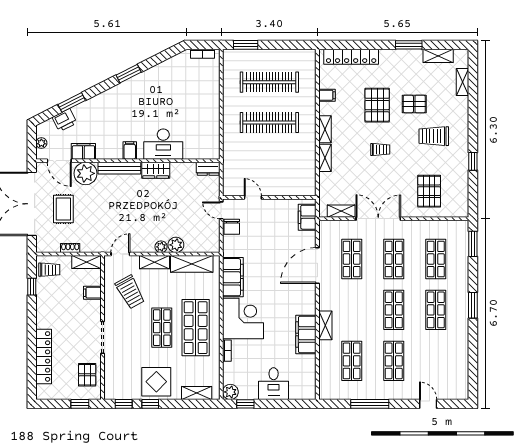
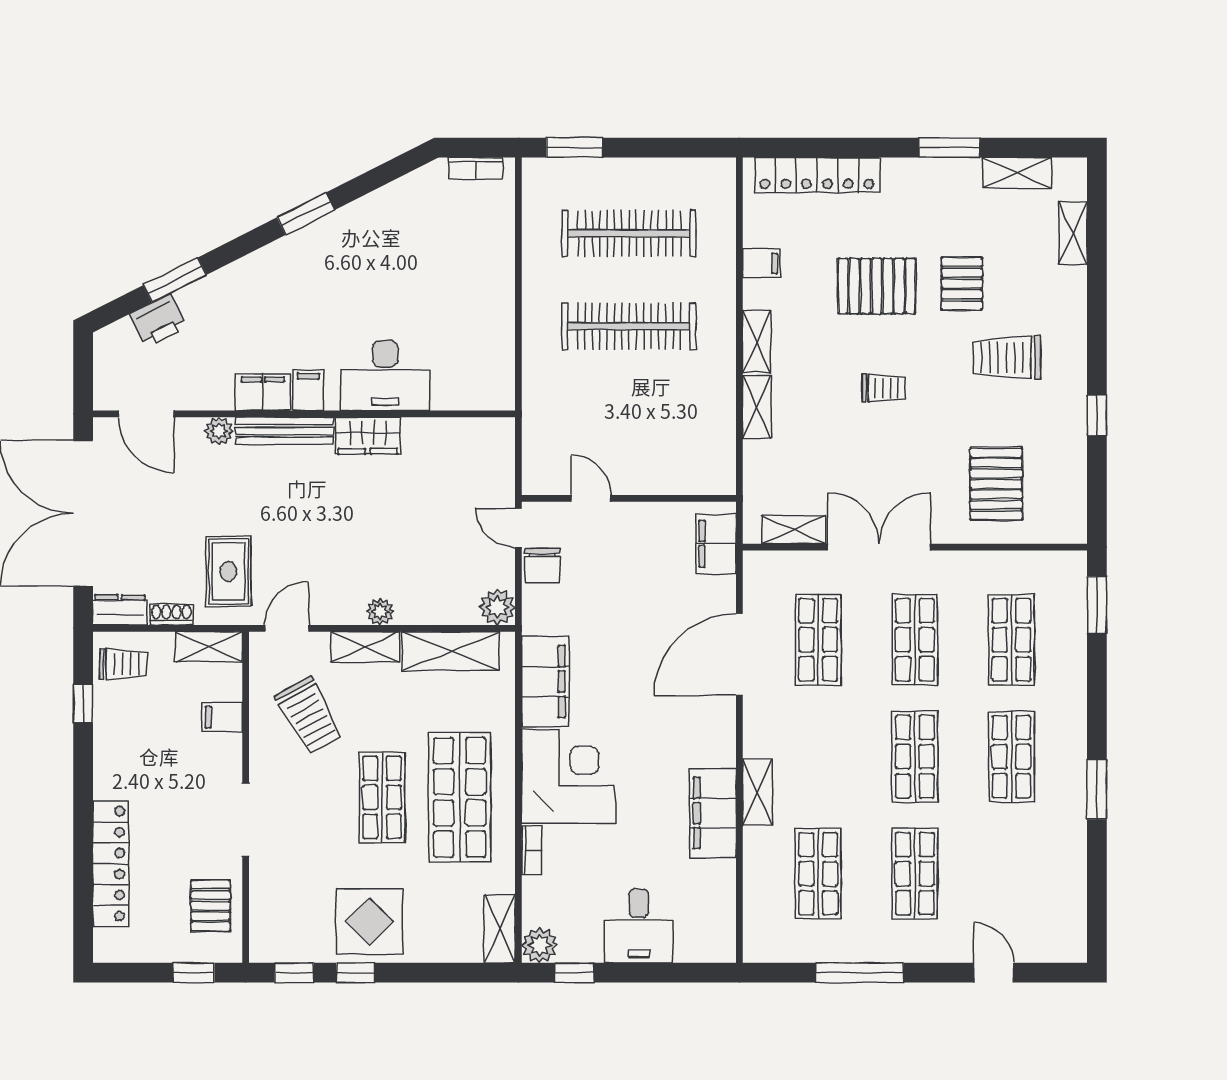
pallet: (414, 104) -> (962, 284), turned 90
pallet: (377, 105) -> (877, 286), turned 90
plant: (41, 143) -> (105, 373), removed
filing cabinet: (83, 151) -> (263, 392), moved
dresser: (208, 169) -> (120, 610), moved, turned 180
plant: (86, 173) -> (219, 431), width x0.53, depth x0.53
rug: (63, 209) -> (228, 571), moved
plant: (176, 245) -> (497, 607), moved
window: (473, 305) -> (1097, 789), moved
shelving: (197, 393) -> (500, 929), moved, turned 90

